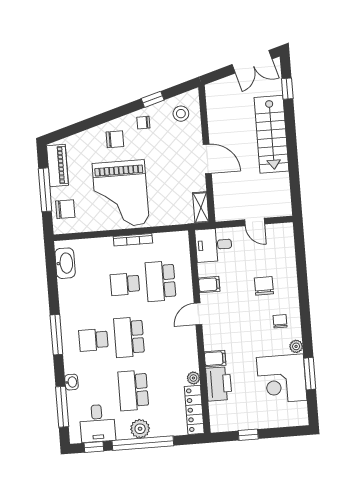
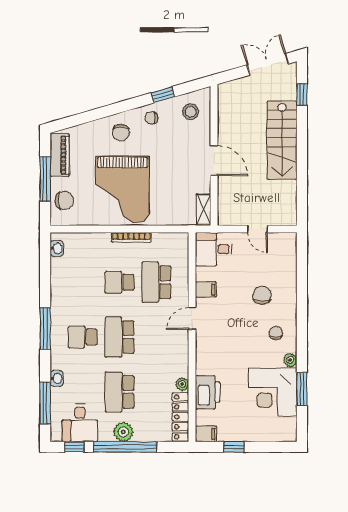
double door: (252, 62) -> (268, 64), swing flipped
chair: (115, 139) -> (121, 133), turned 90
washbasin: (65, 263) -> (57, 248), width x0.52, depth x0.69
filing cabinet: (215, 358) -> (206, 434), moved

